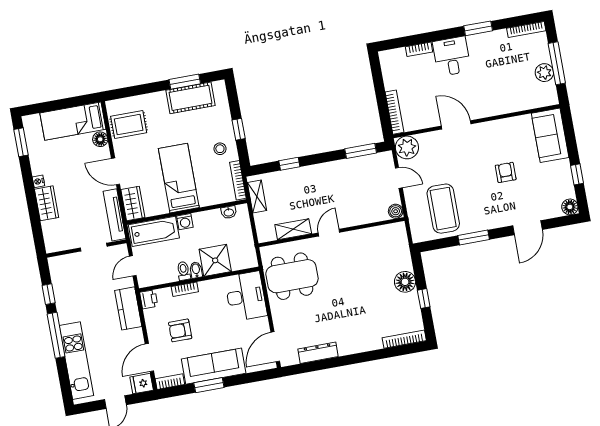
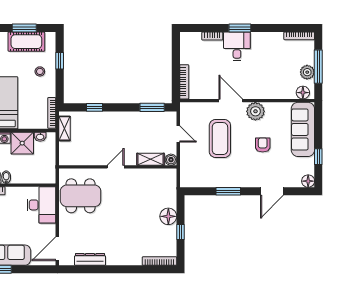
window: (478, 28) -> (240, 28), moved
floor lamp: (543, 99) -> (303, 93), added
window: (239, 129) -> (60, 61), moved
sofa: (550, 135) -> (303, 129), width x1.36
plant: (407, 147) -> (255, 111), moved
stool: (220, 149) -> (40, 71), moved
coffee table: (443, 209) -> (220, 139), moved
shelving: (293, 229) -> (151, 159), moved
shower: (215, 260) -> (22, 143), moved

